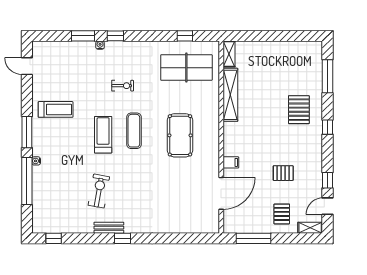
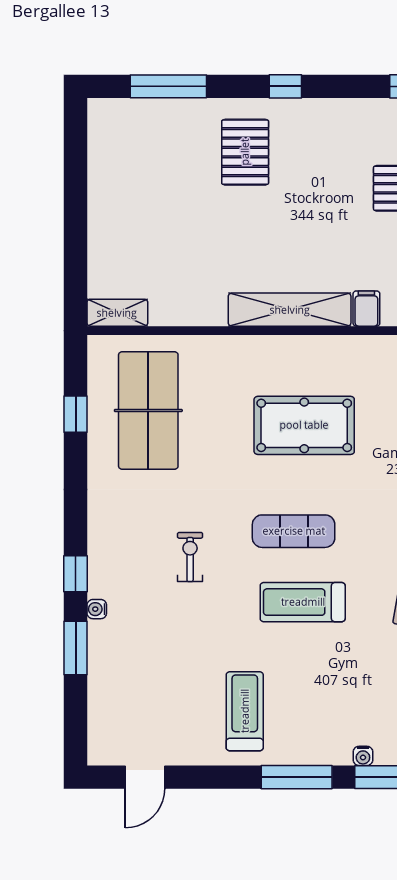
shelving: (230, 95) -> (290, 310), moved
pallet: (299, 110) -> (245, 152), turned 90

